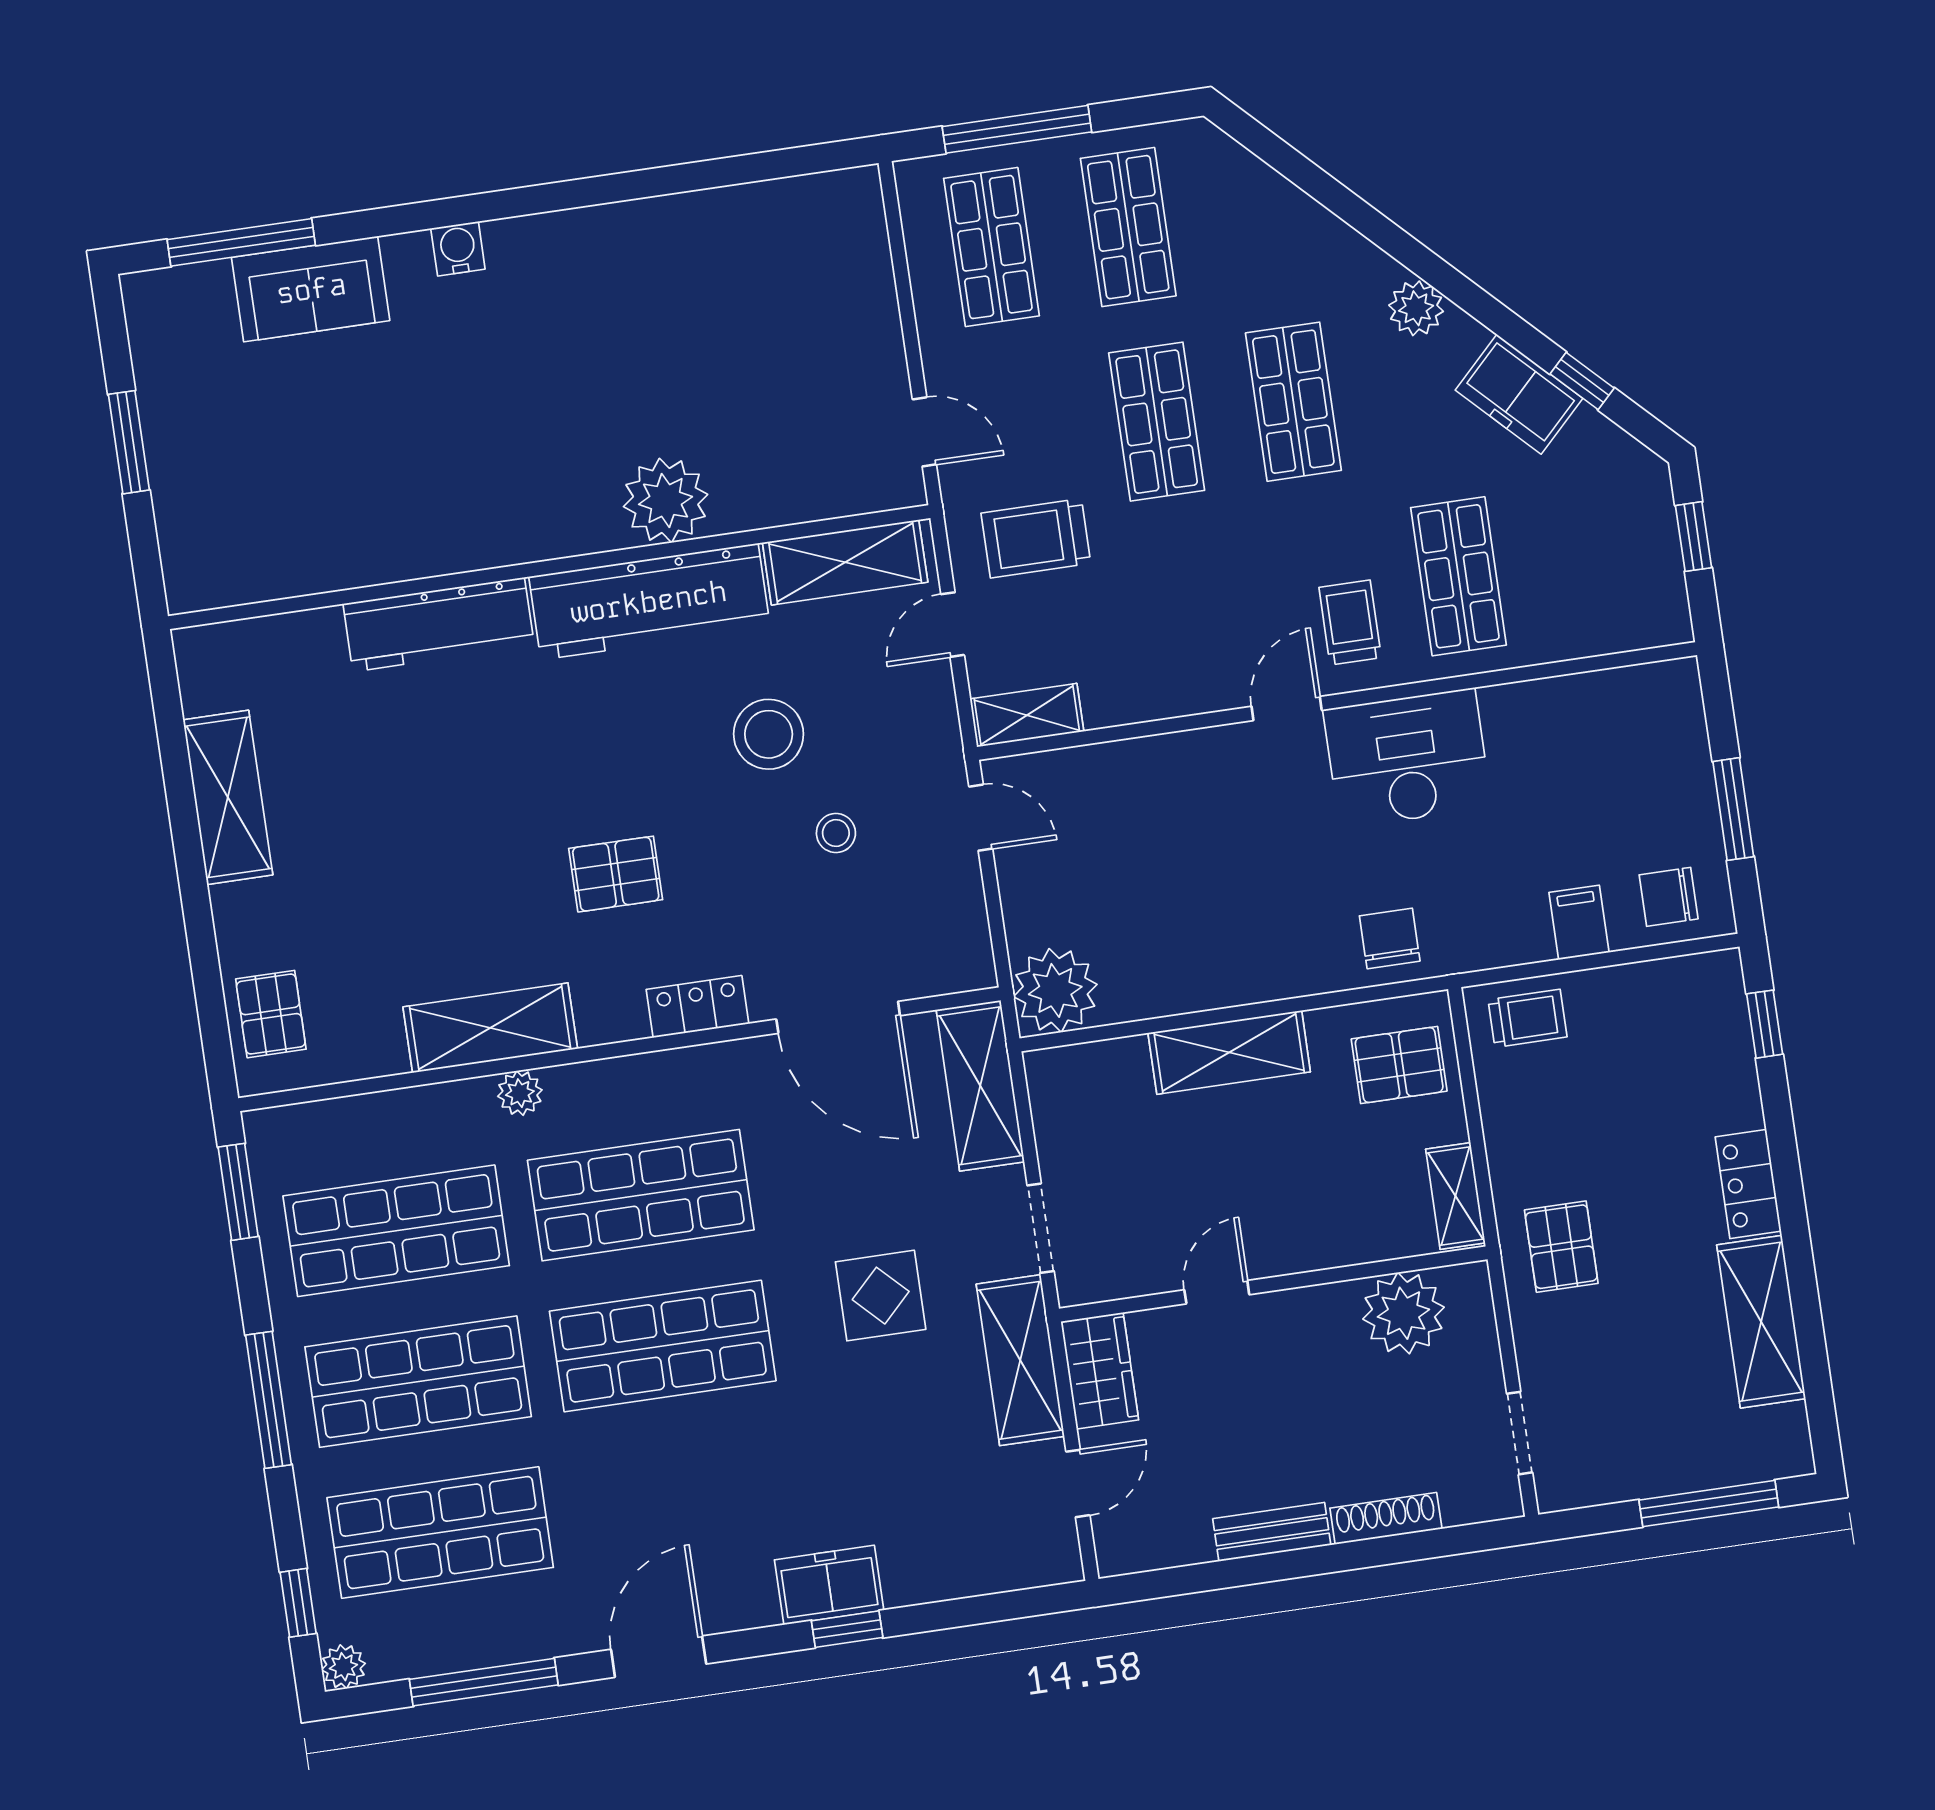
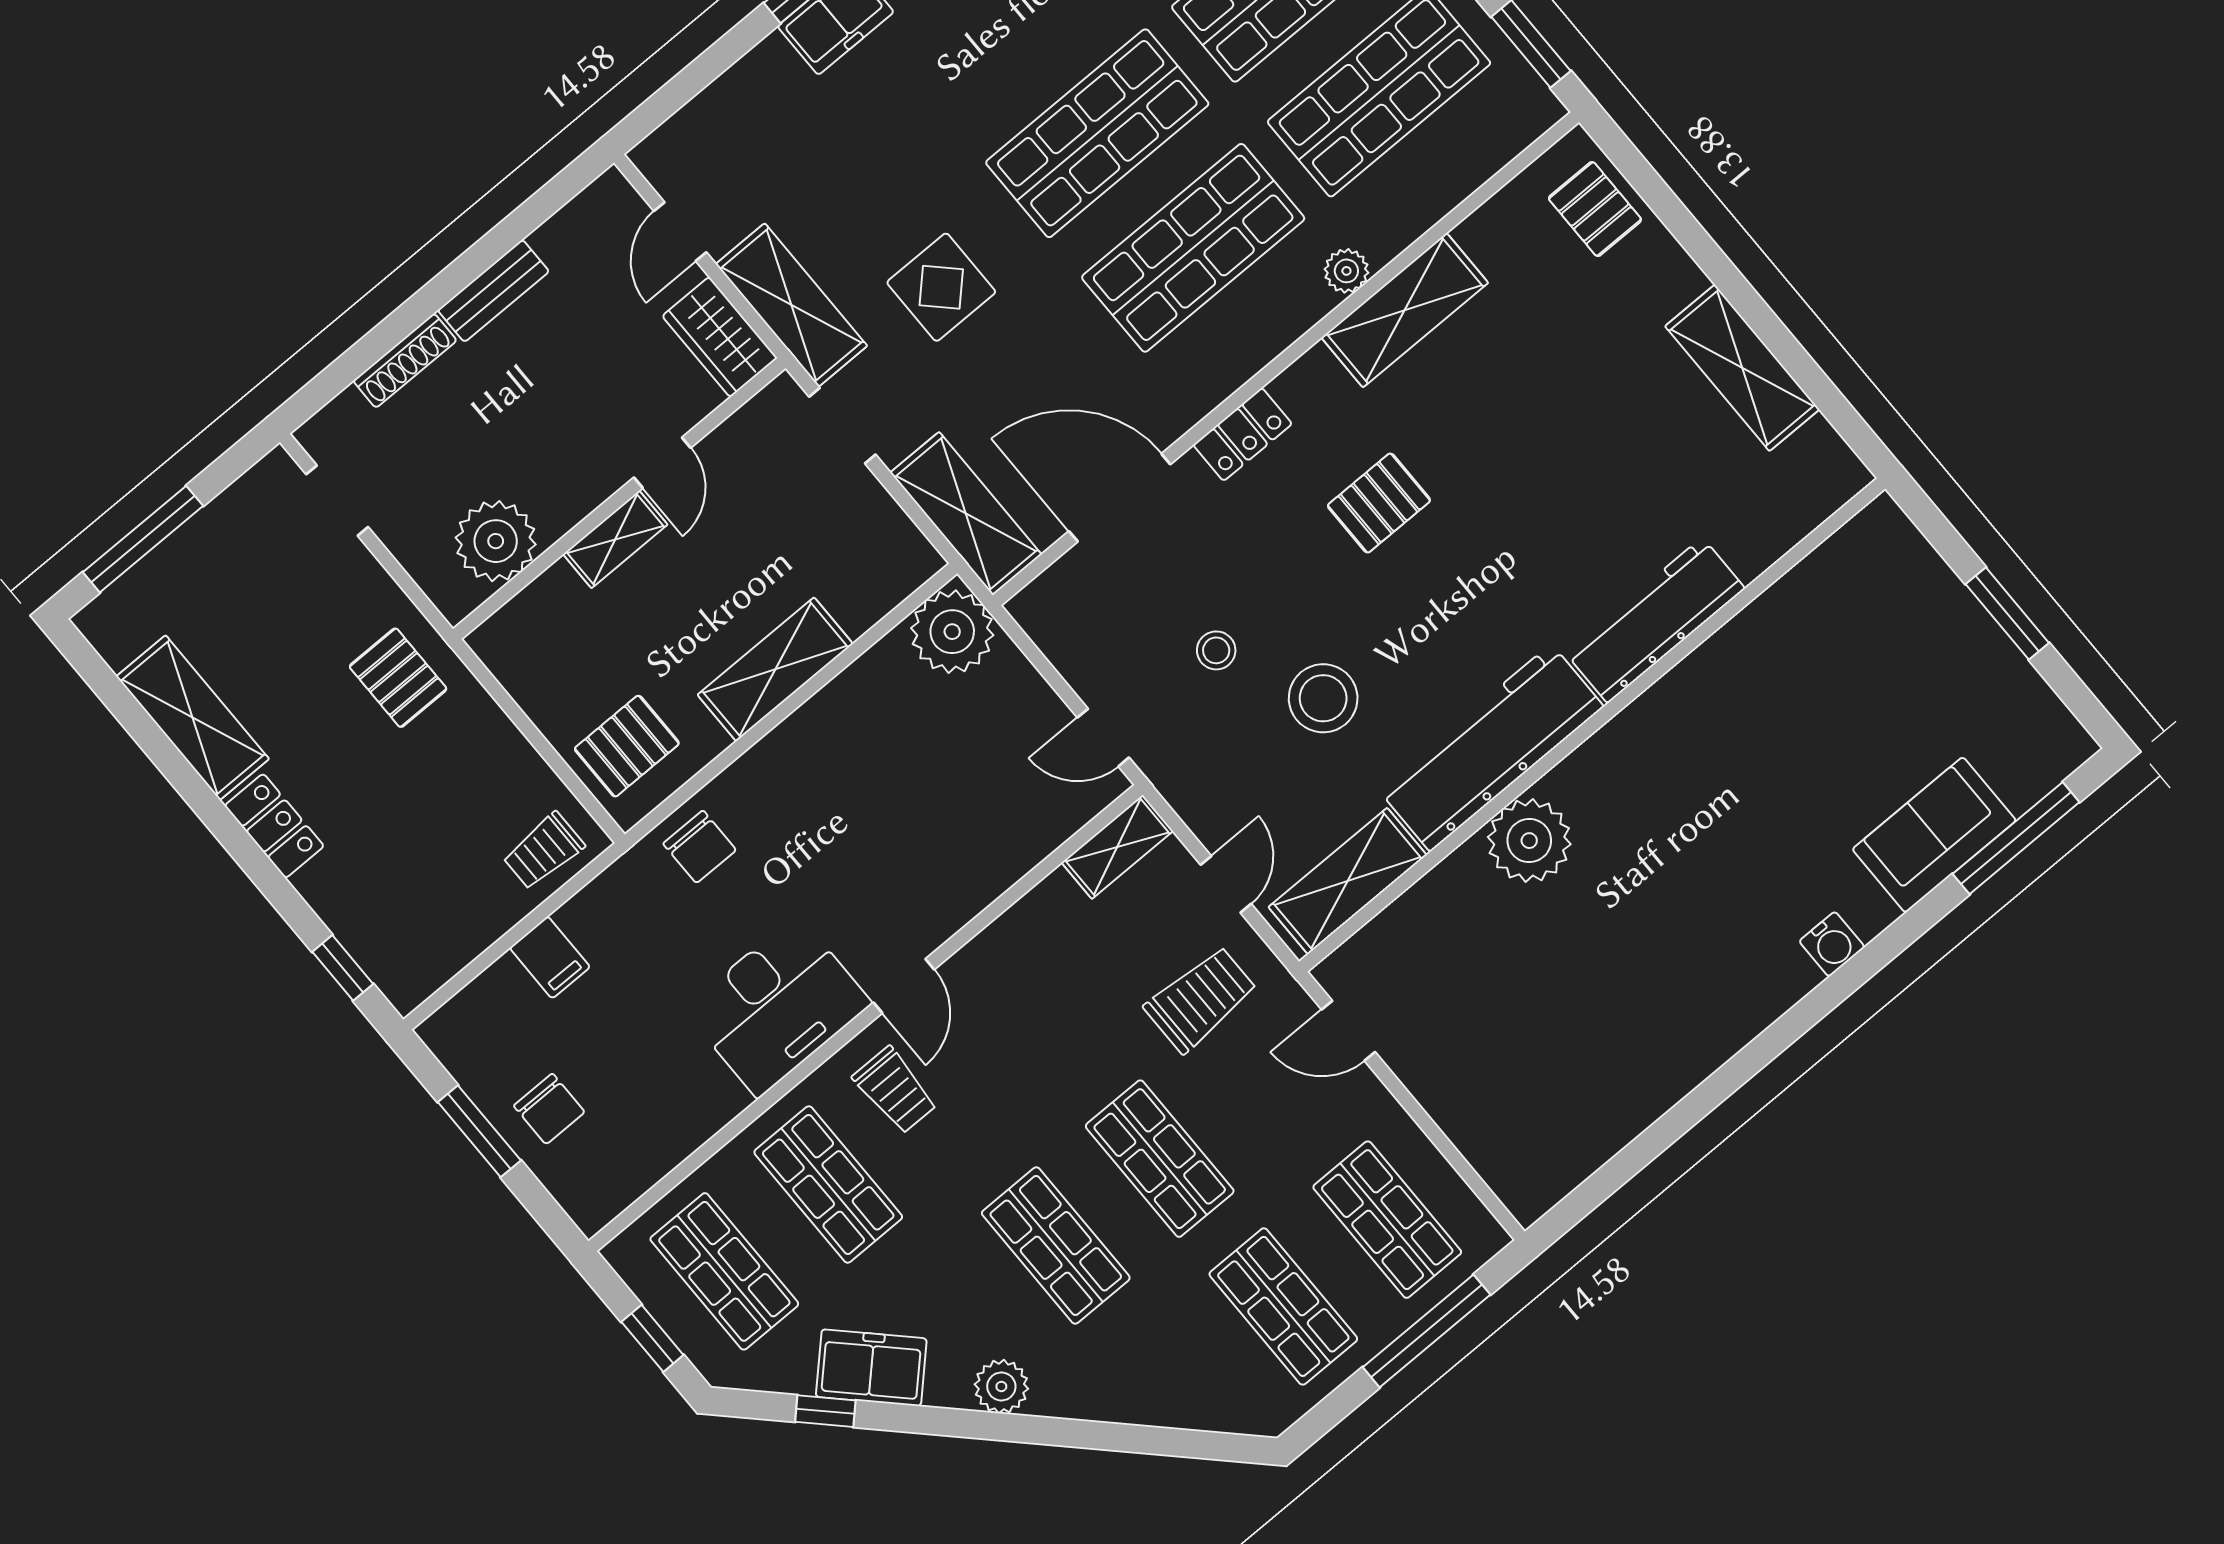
shop shelf: (1595, 556) -> (724, 1271), added
chair: (1669, 897) -> (549, 1109), moved, turned 90
shelving: (1455, 1196) -> (615, 539), moved, turned 90

